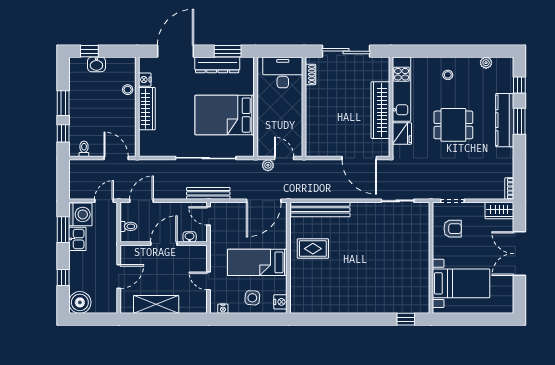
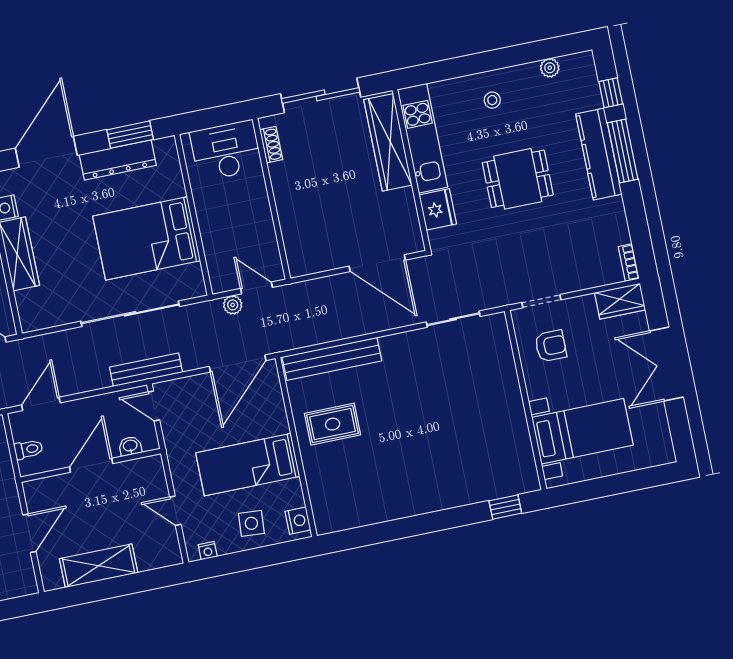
wardrobe: (380, 110) -> (388, 142), moved
window: (519, 121) -> (623, 151), width x1.44

